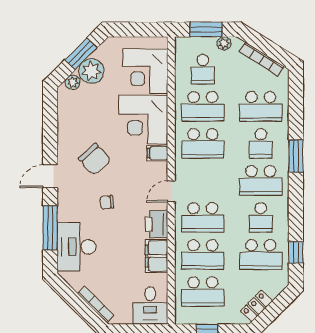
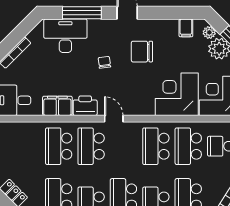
filing cabinet: (157, 153) -> (186, 28), moved, turned 180
chair: (95, 159) -> (142, 52), turned 42
school desk: (203, 292) -> (26, 146), removed

